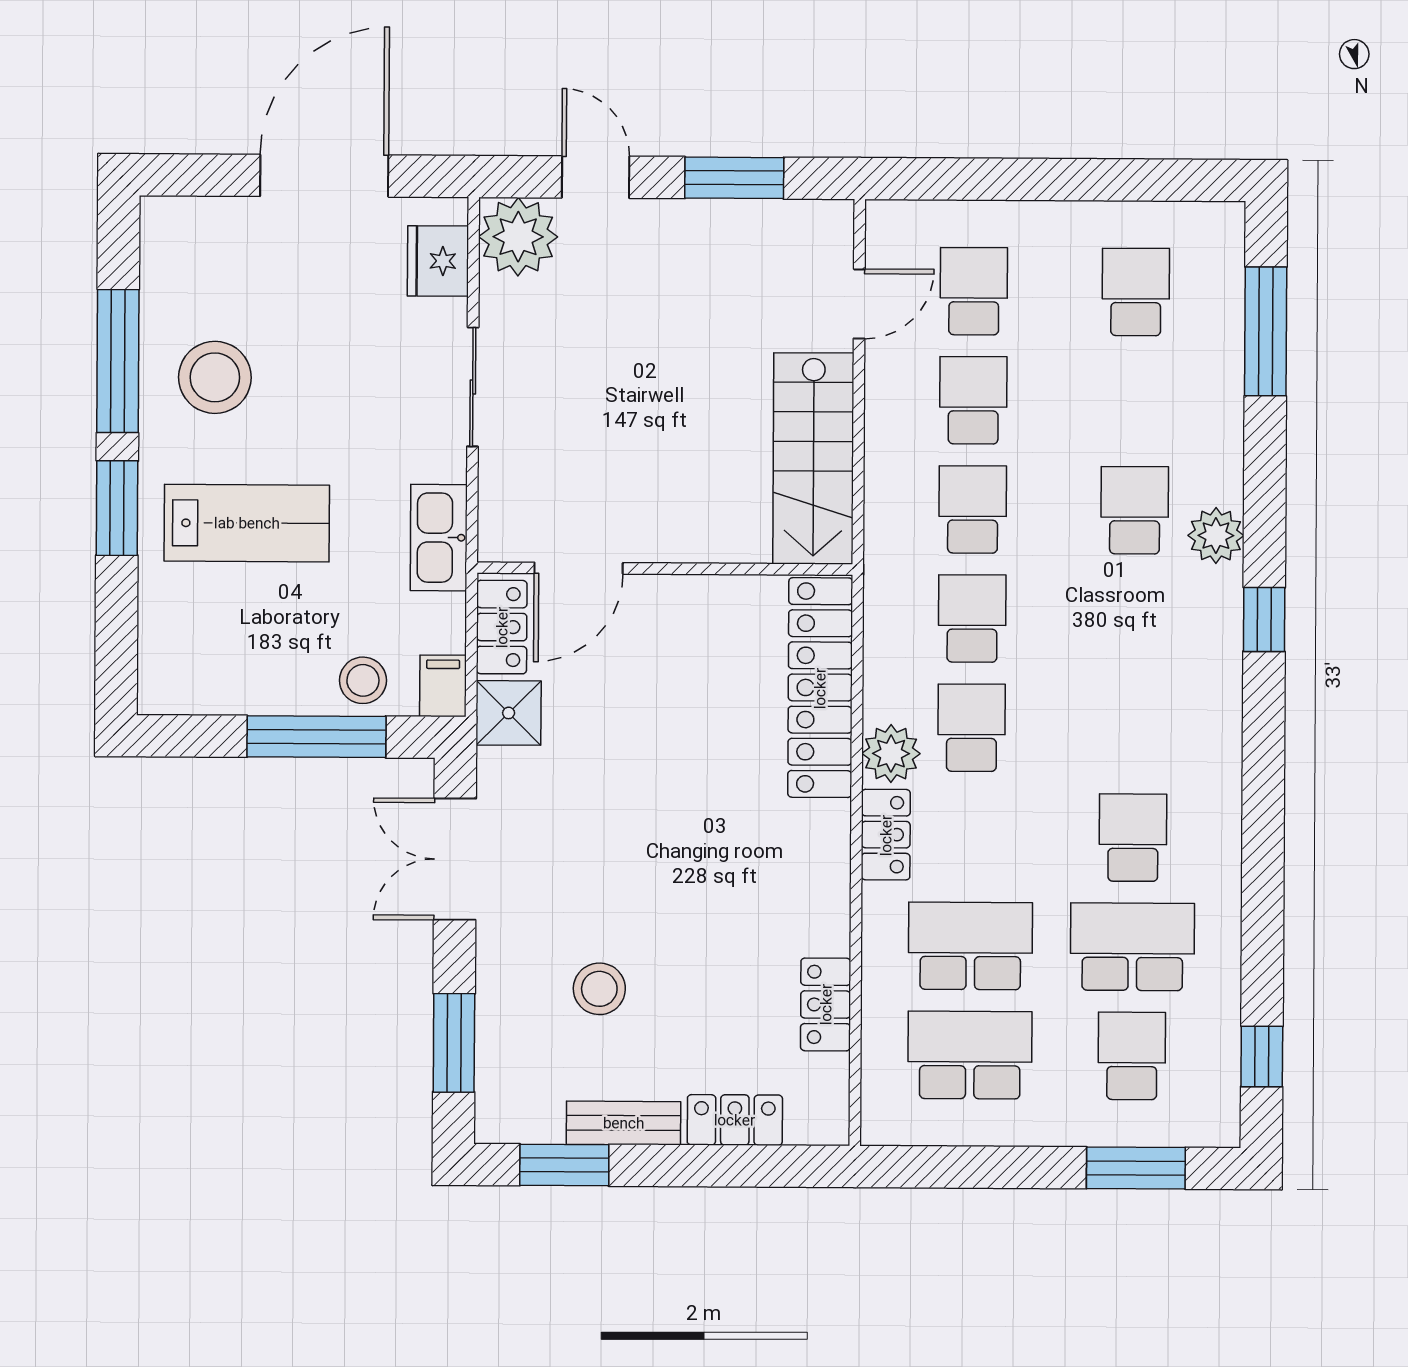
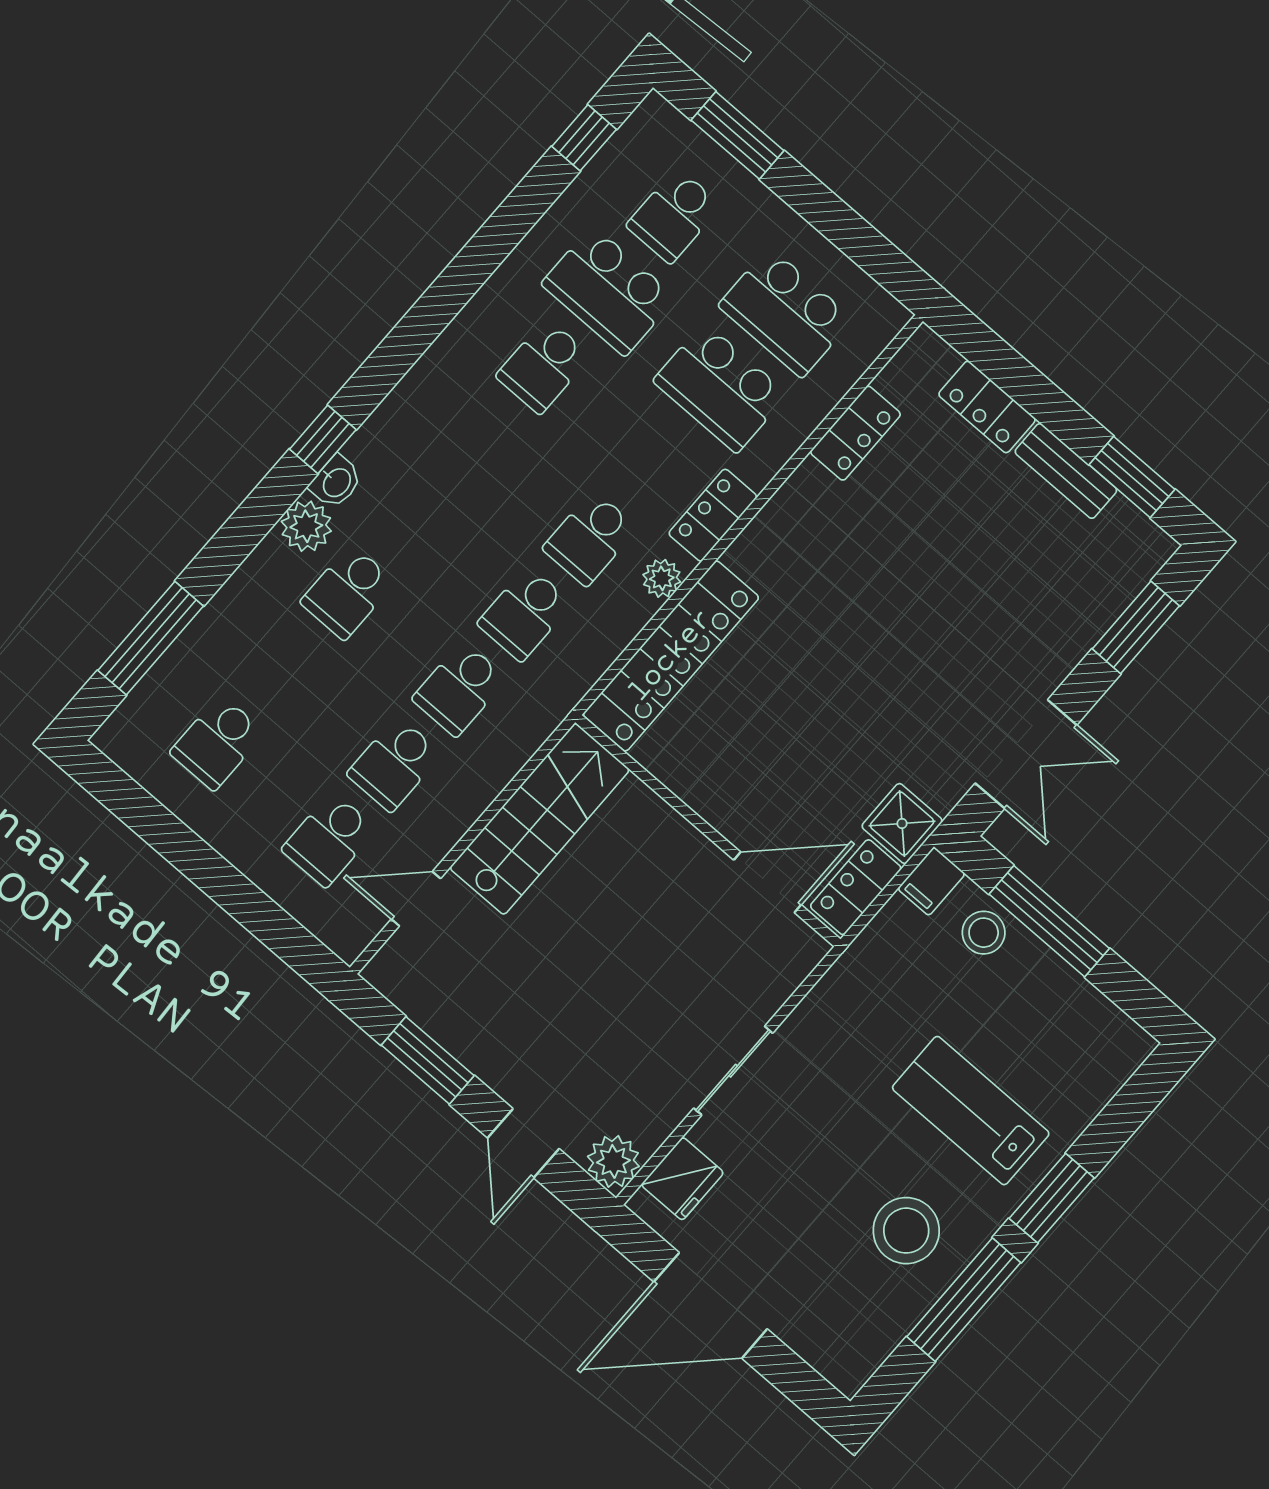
plant: (518, 237) -> (613, 1161), width x0.73, depth x0.73
kitchen sink: (439, 538) -> (846, 987), removed
washbasin: (1223, 594) -> (336, 482), added
plant: (891, 754) -> (662, 578), width x0.73, depth x0.73
stool: (599, 989) -> (1003, 578), removed

